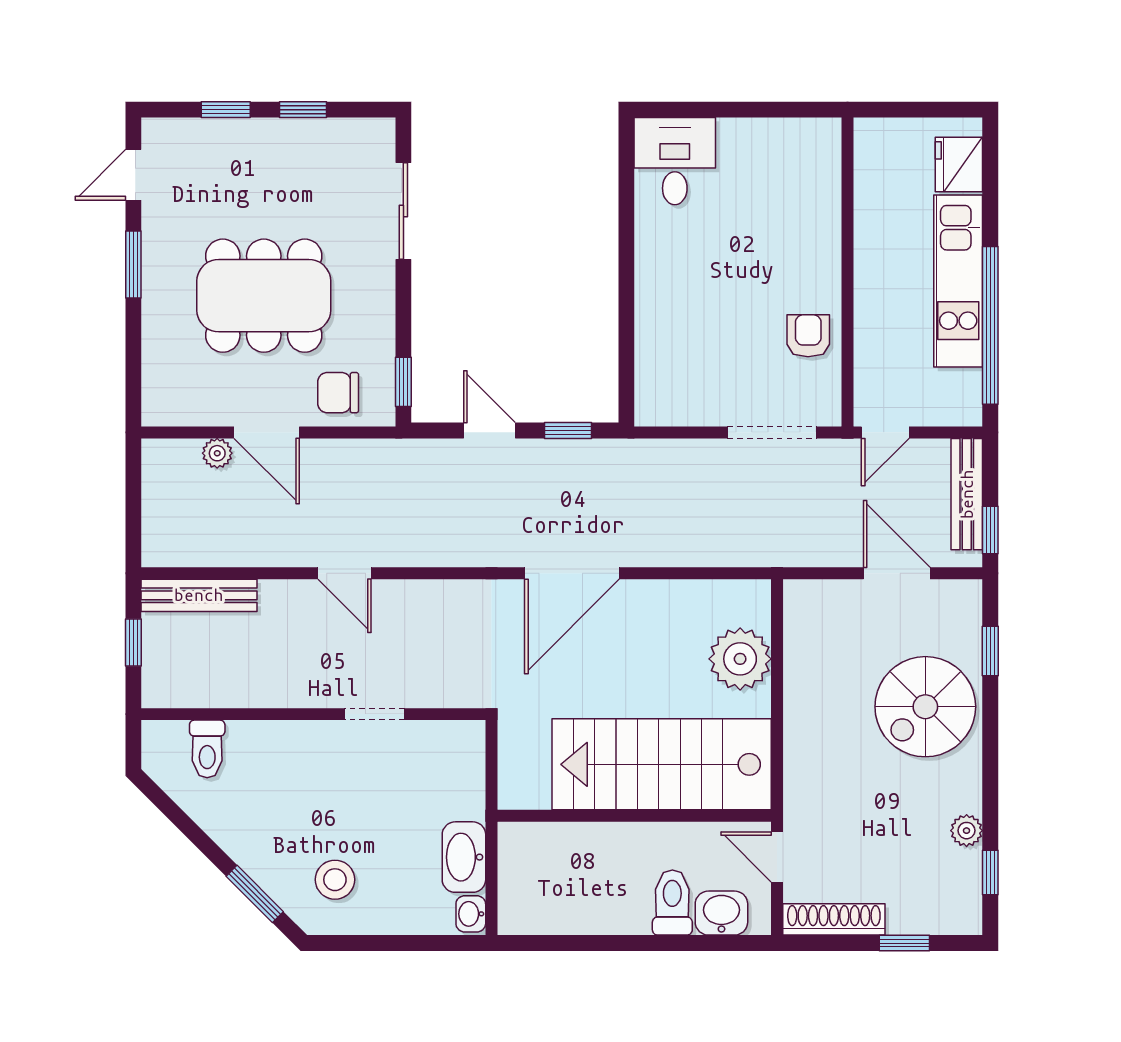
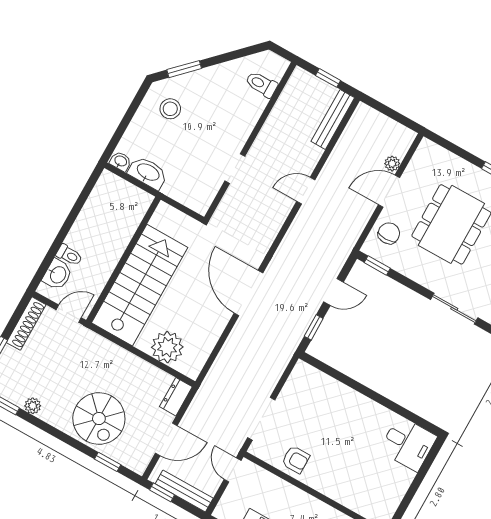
dresser: (816, 598) -> (176, 397), added
spiral stairs: (925, 707) -> (99, 419), turned 180
toilet: (672, 903) -> (69, 255), width x0.73, depth x0.72

